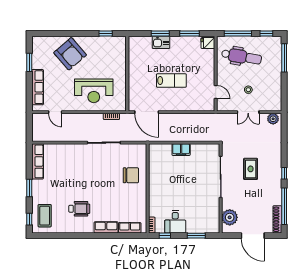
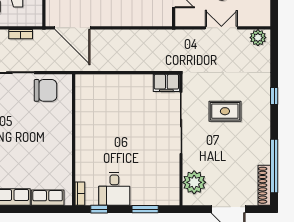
double door: (248, 112) -> (221, 28), swing flipped
filing cabinet: (181, 150) -> (166, 83), moved
rug: (251, 169) -> (225, 111), turned 90
window: (284, 173) -> (274, 96), moved
chair: (131, 175) -> (46, 90), moved

